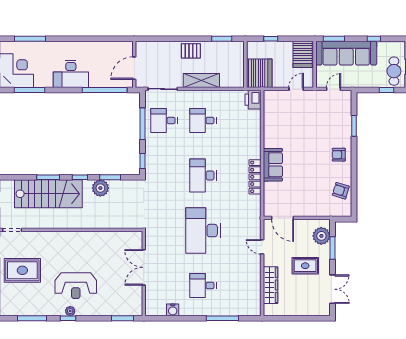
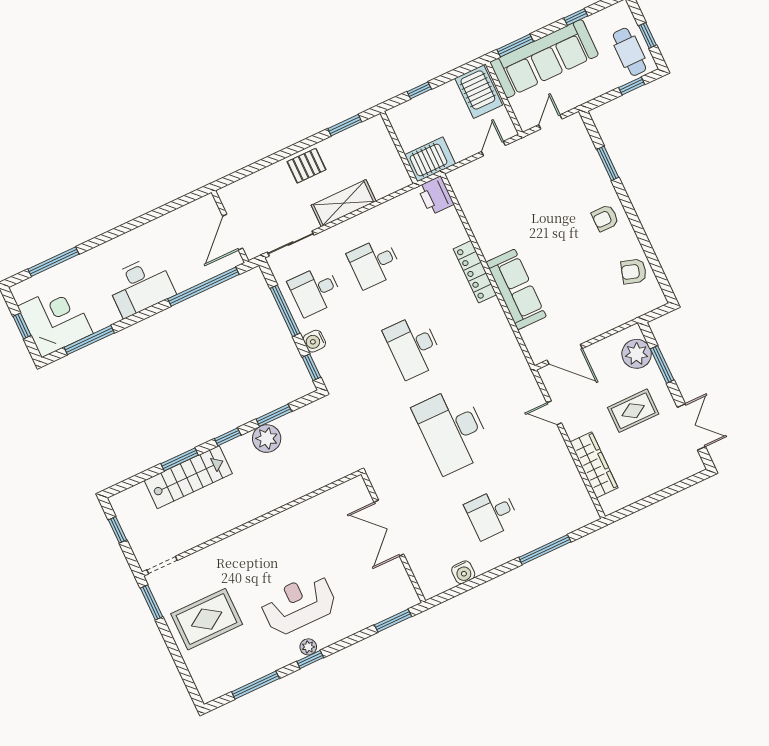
server rack: (259, 73) -> (430, 159), width x0.62
water cooler: (151, 148) -> (314, 341), added
sofa: (273, 165) -> (516, 289), width x1.36
locker: (255, 177) -> (475, 272), moved
stairs: (48, 194) -> (188, 477), width x0.73, depth x0.66
reception desk: (76, 286) -> (299, 604), turned 180

